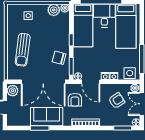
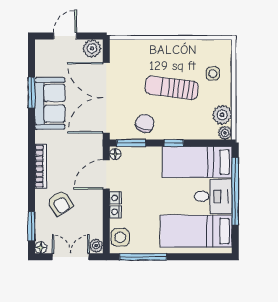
sun lounger: (23, 50) -> (172, 88), moved
armchair: (75, 100) -> (77, 149), removed
armchair: (117, 101) -> (60, 203), moved

